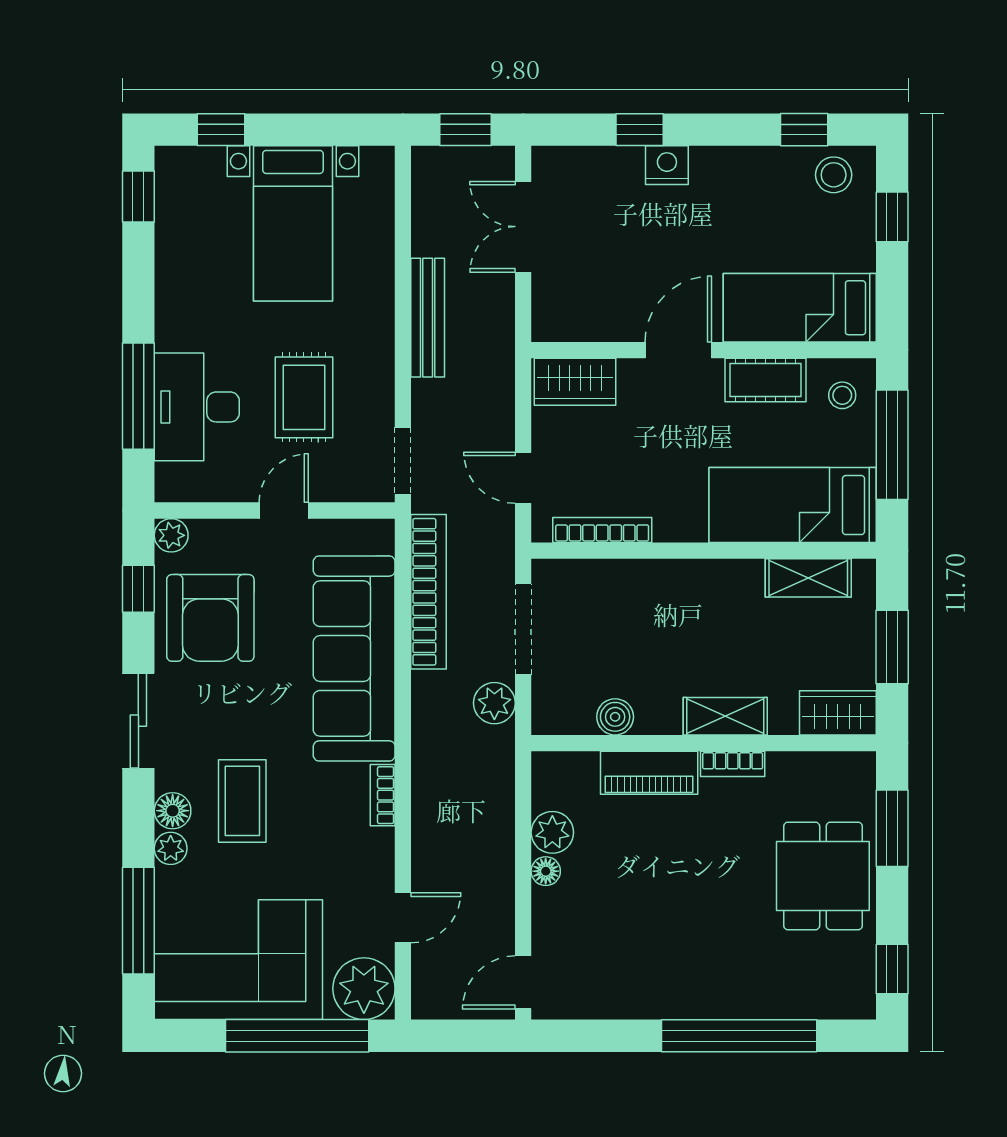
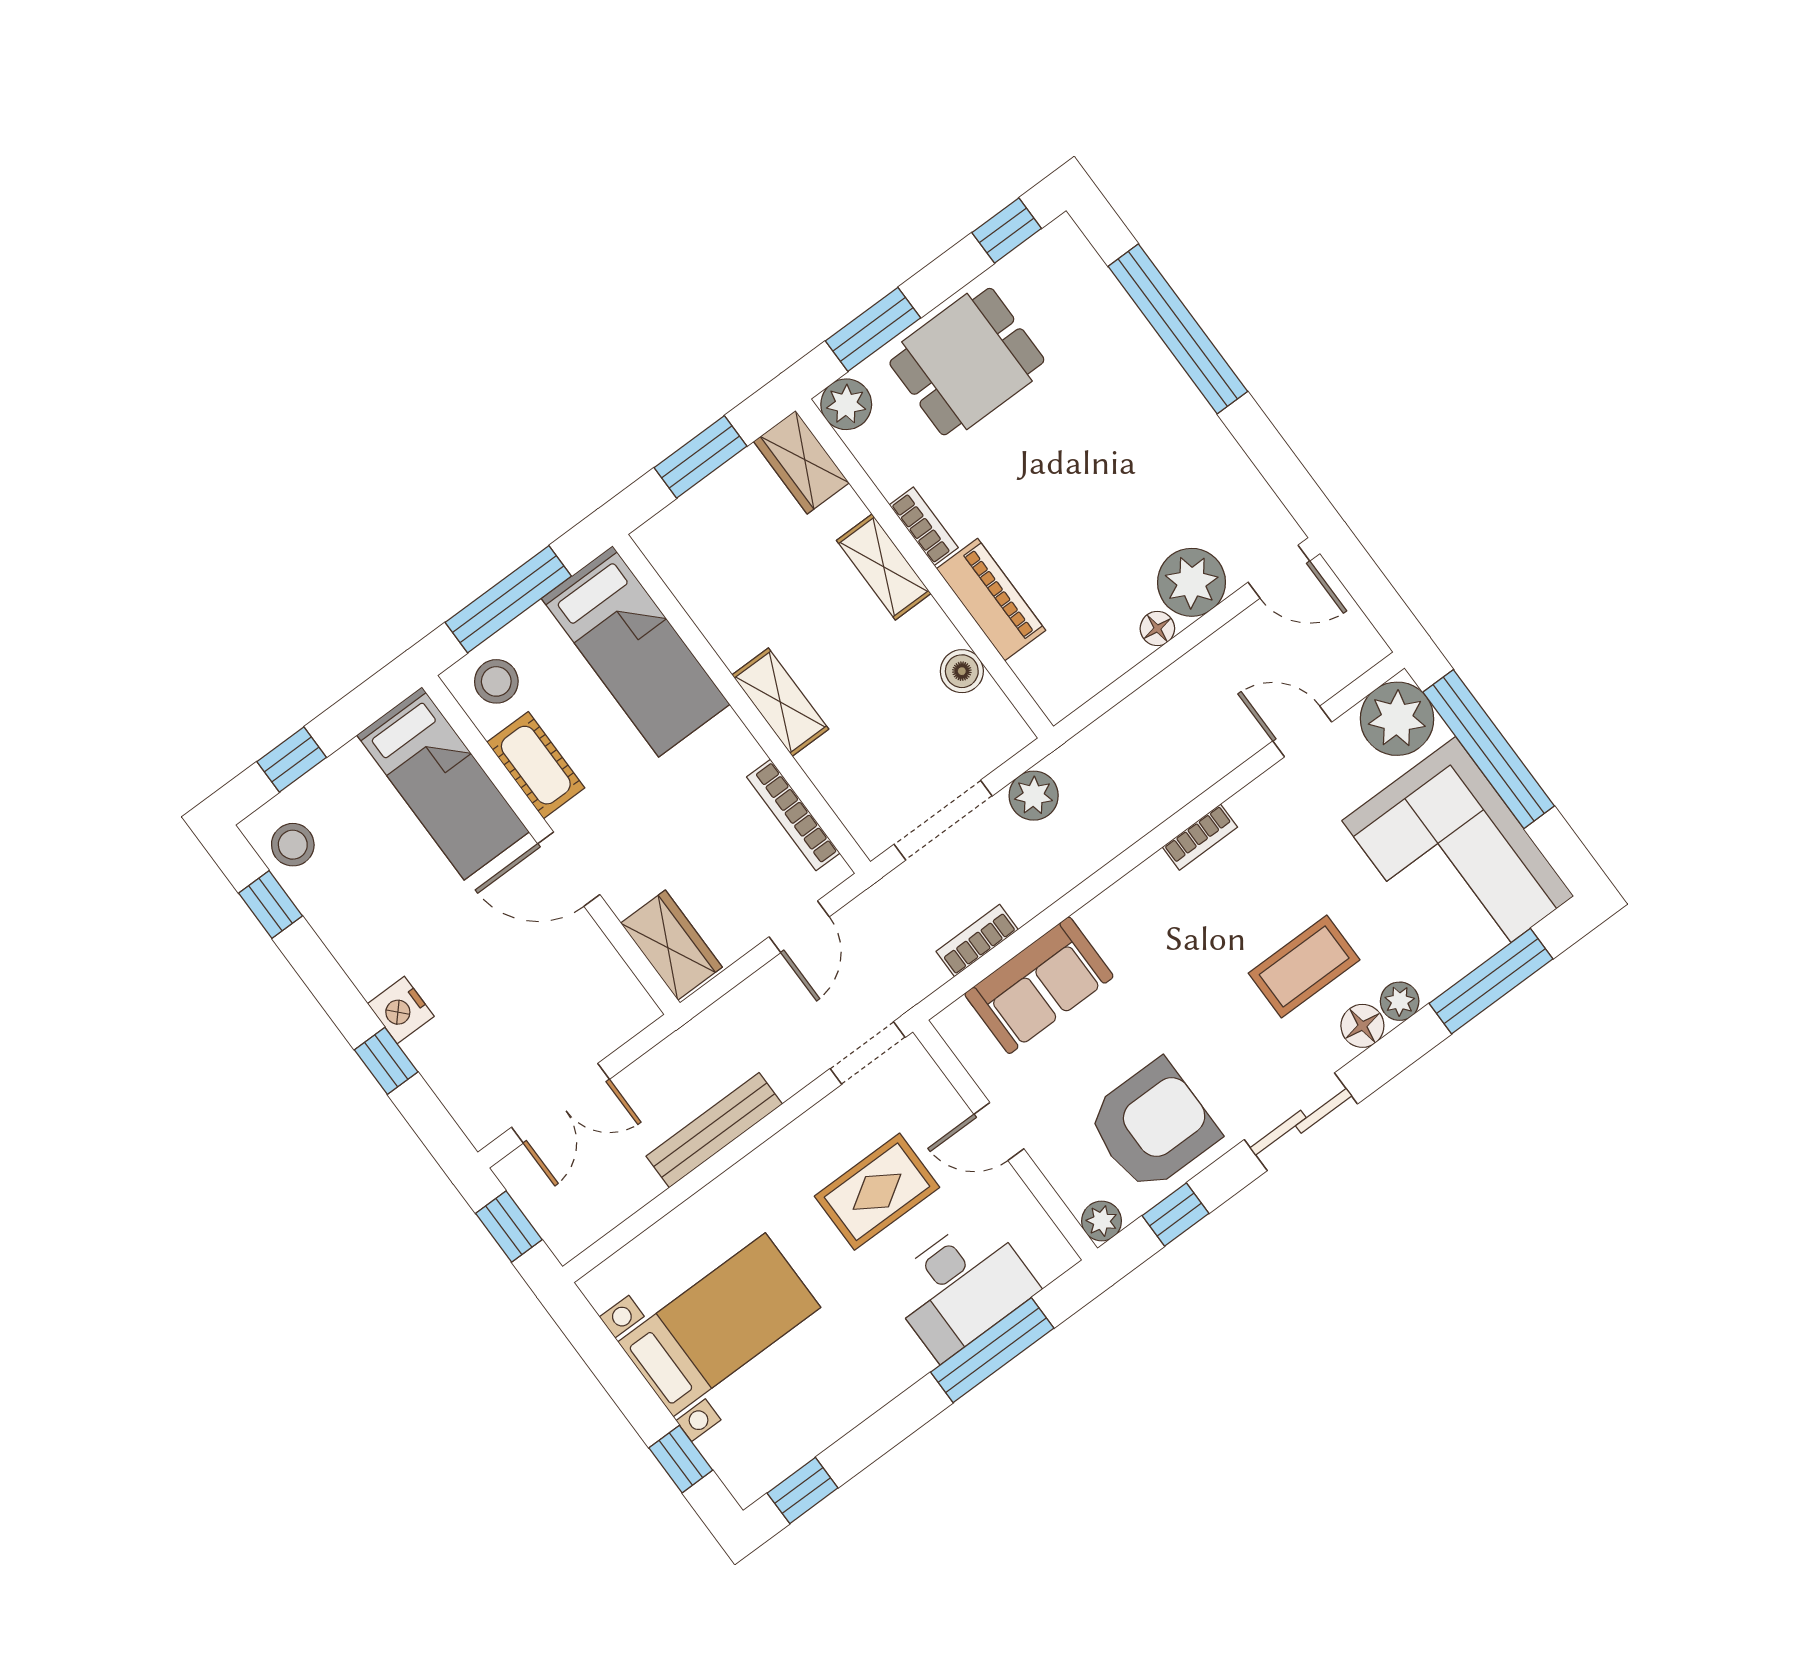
stool: (842, 395) -> (496, 681), width x1.37, depth x1.37
shelving: (808, 578) -> (780, 702), moved
bookcase: (429, 592) -> (977, 940), width x0.43, depth x0.76
sofa: (354, 658) -> (1039, 985), width x0.54, depth x0.79
plant: (855, 772) -> (846, 404), added
plant: (552, 832) -> (1192, 582), moved, width x1.36, depth x1.36

